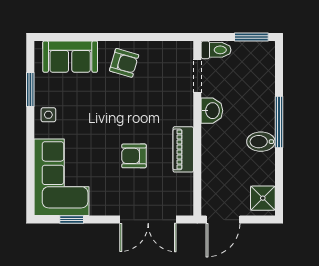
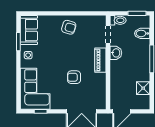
sofa: (70, 57) -> (29, 30), moved, turned -90
bidet: (261, 142) -> (142, 33), moved
piano: (183, 149) -> (100, 60), moved
shower: (263, 198) -> (143, 88), moved

